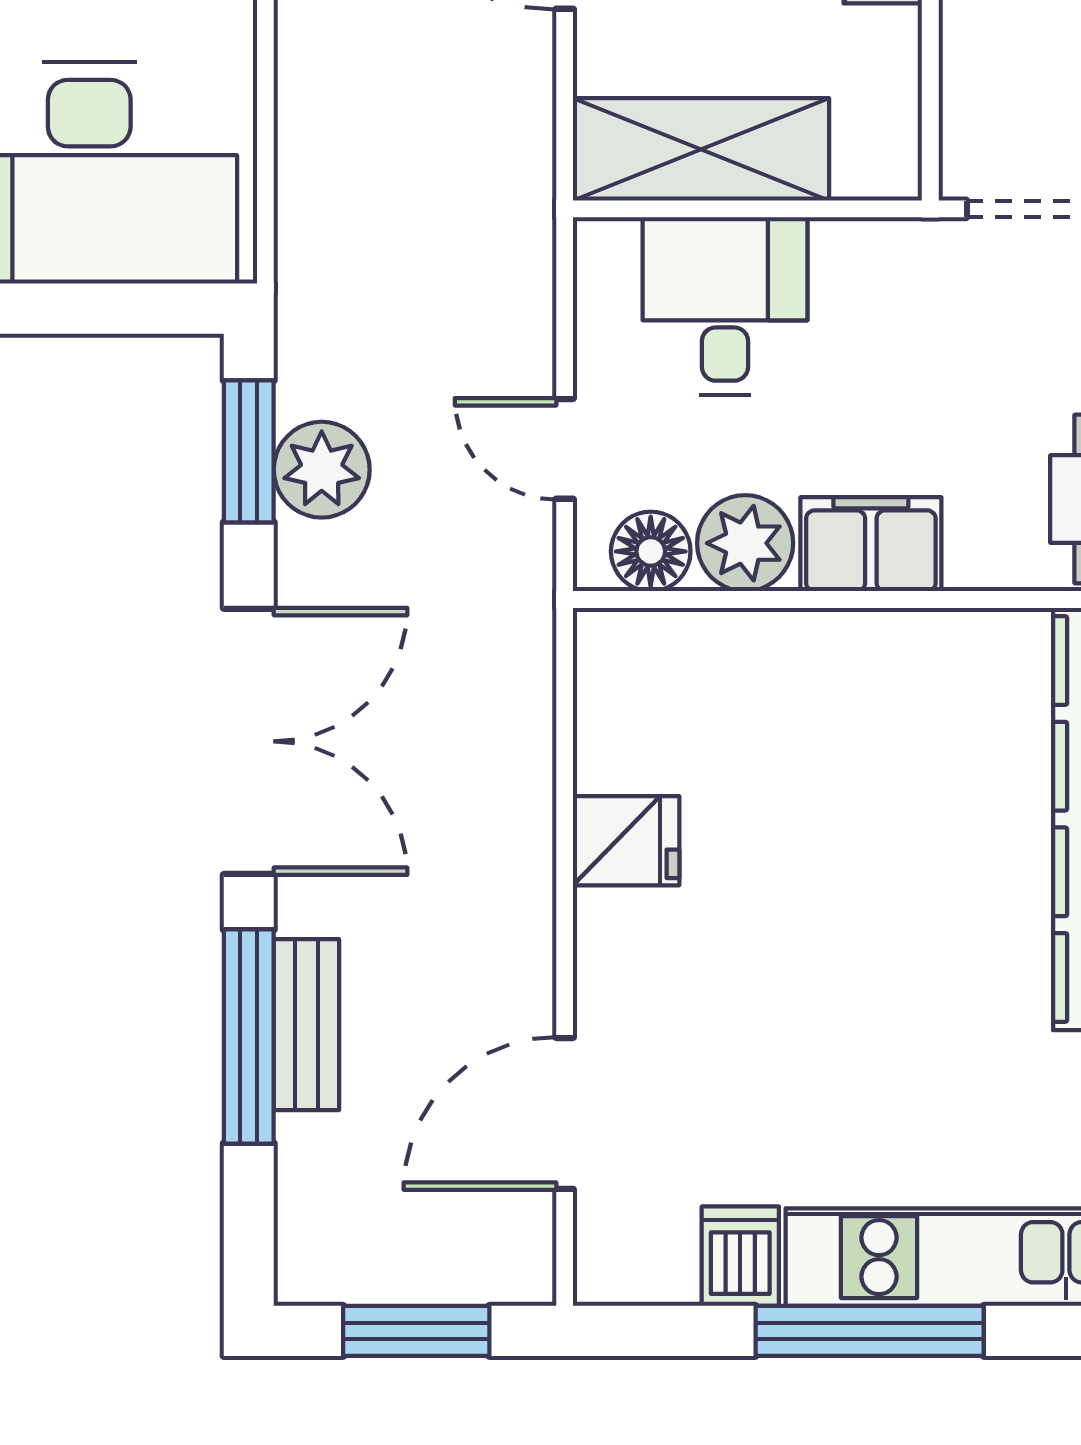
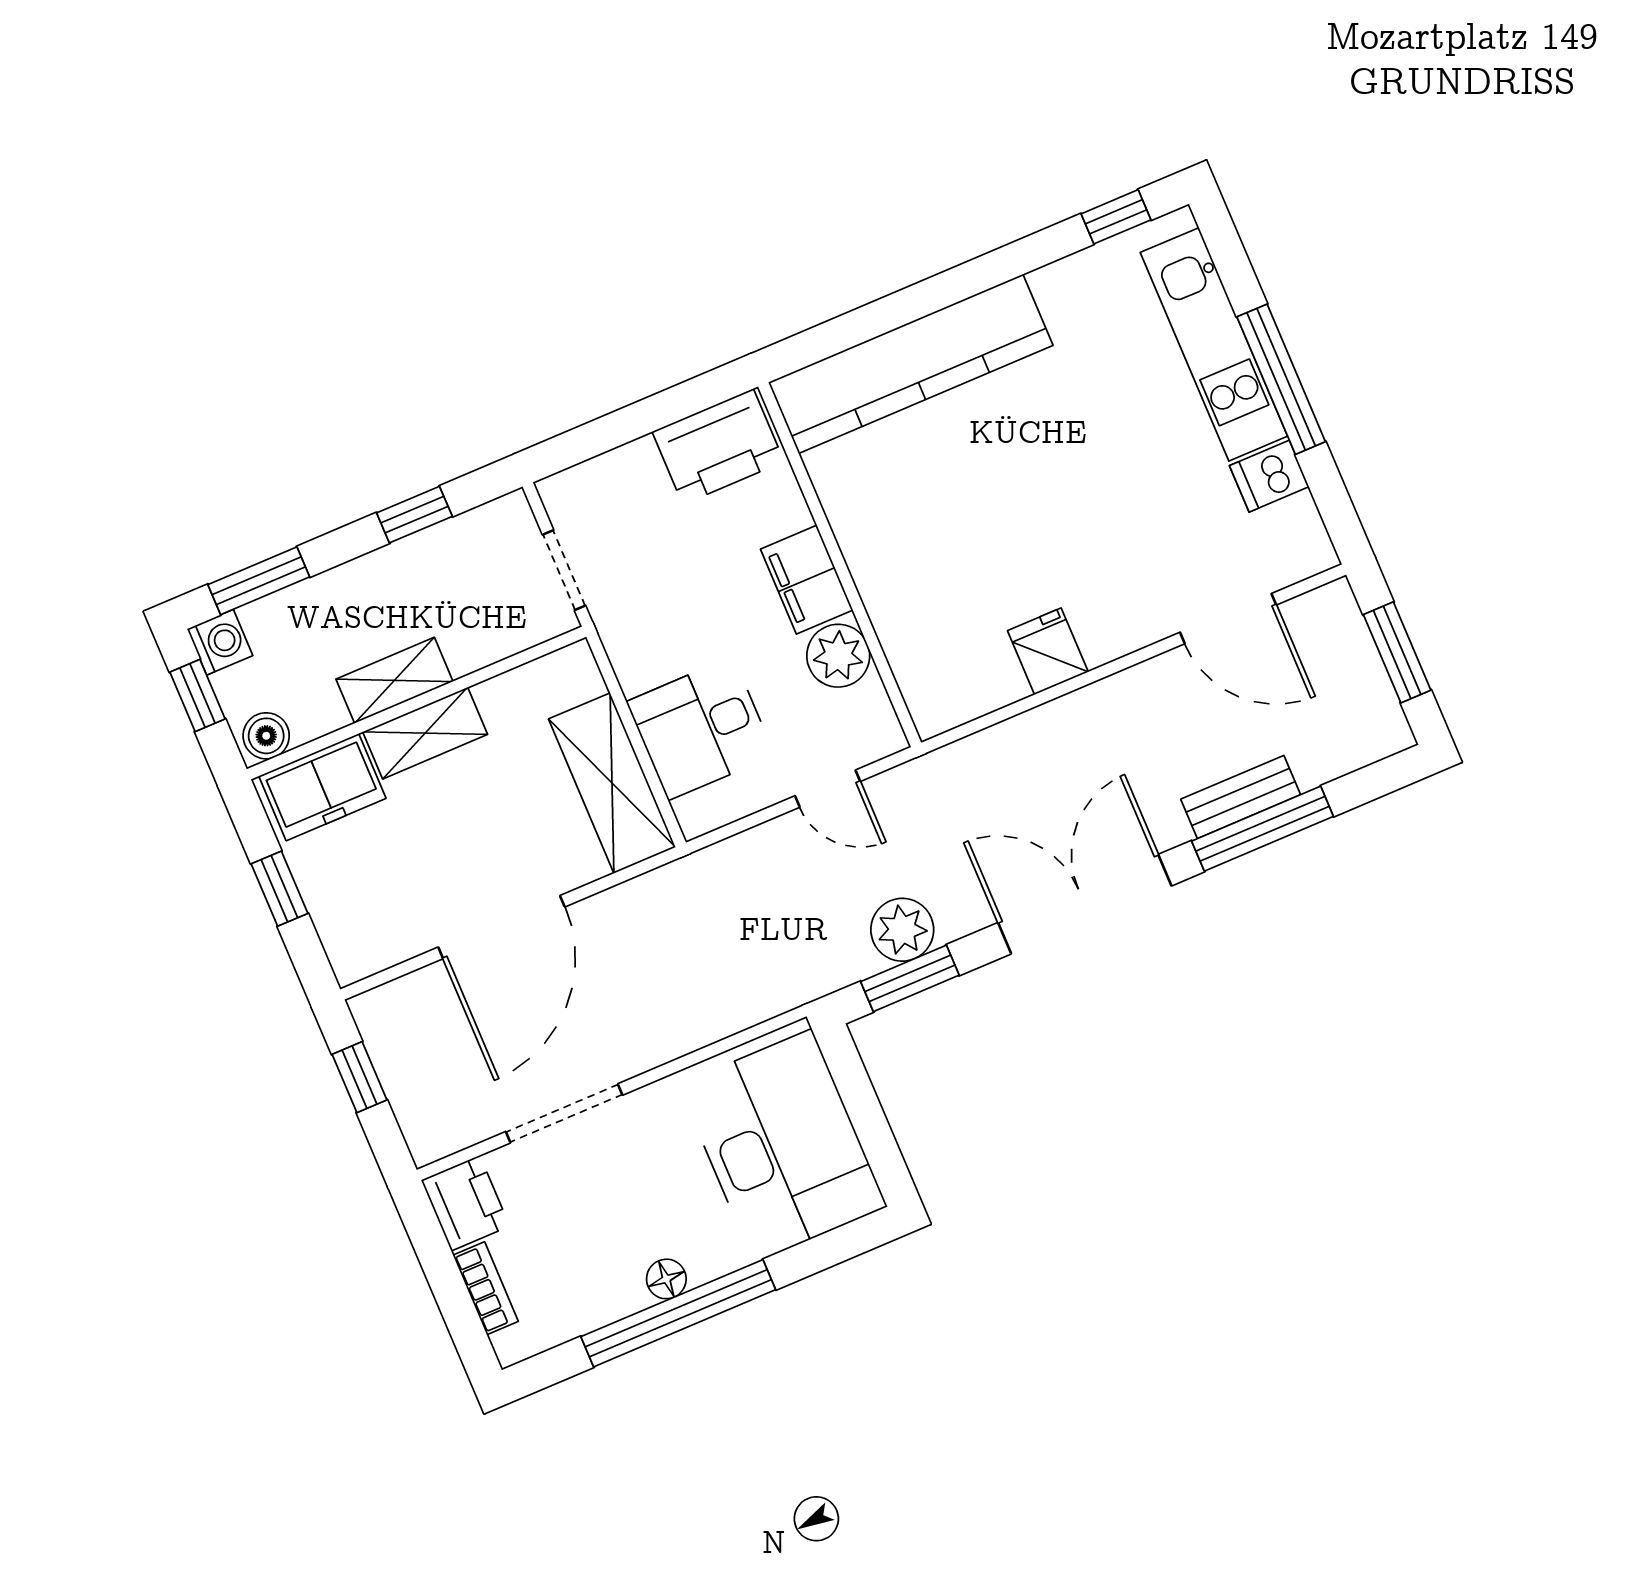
door: (565, 449) -> (828, 789), hinge flipped
floor lamp: (651, 551) -> (867, 710), removed

